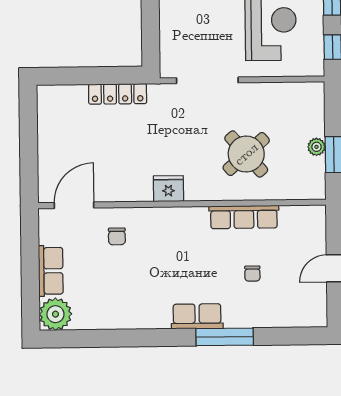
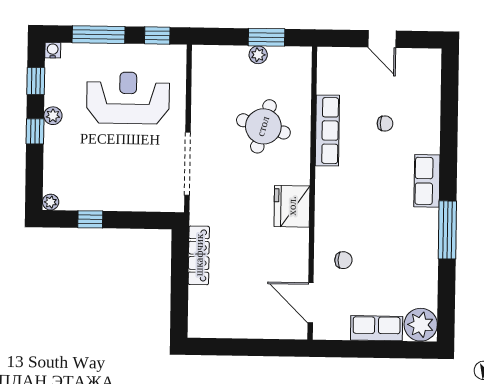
round table: (246, 154) -> (263, 126), turned -33
fridge: (168, 189) -> (292, 206), width x1.36, depth x1.34
window: (225, 337) -> (447, 230), moved

